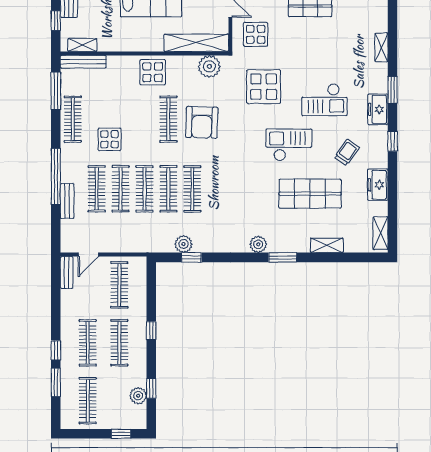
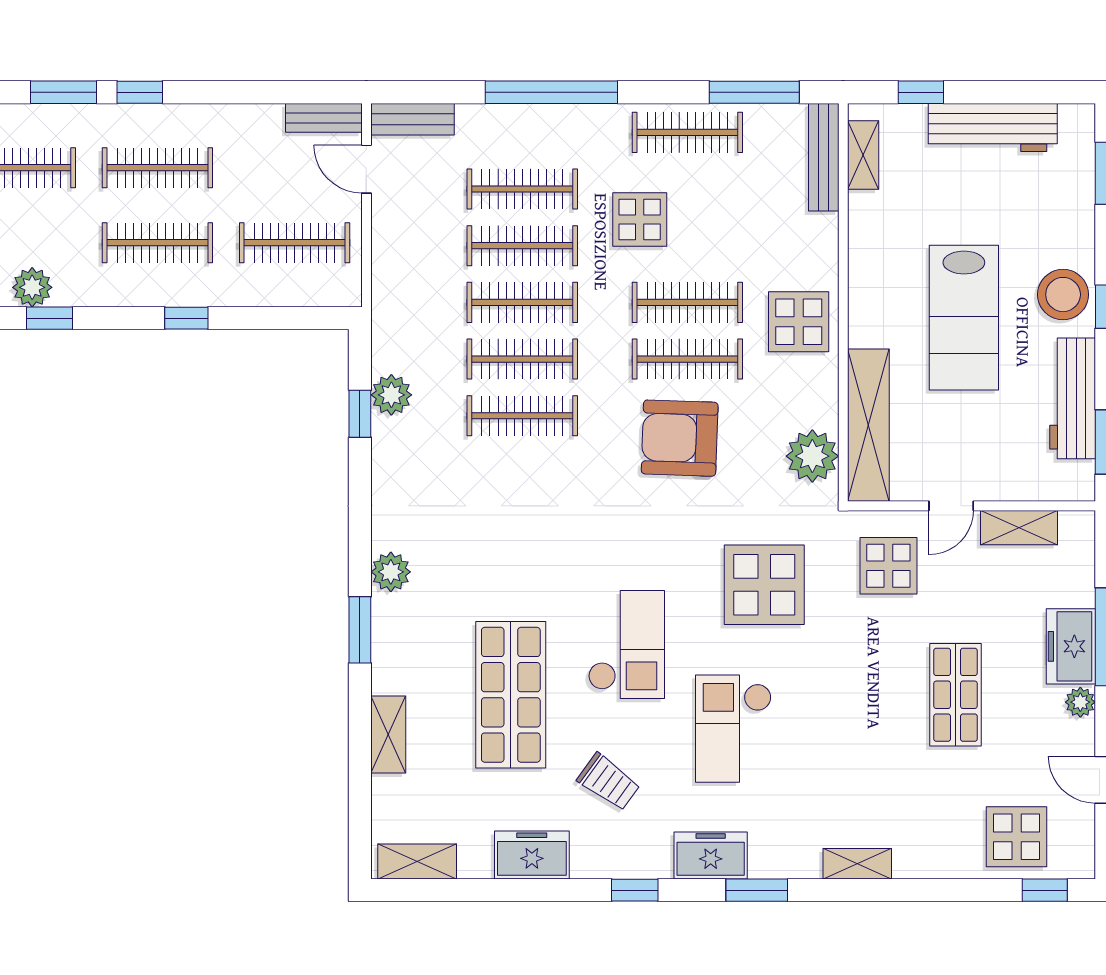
clothes rail: (144, 119) -> (687, 302), added
bench: (67, 201) -> (412, 119), moved

